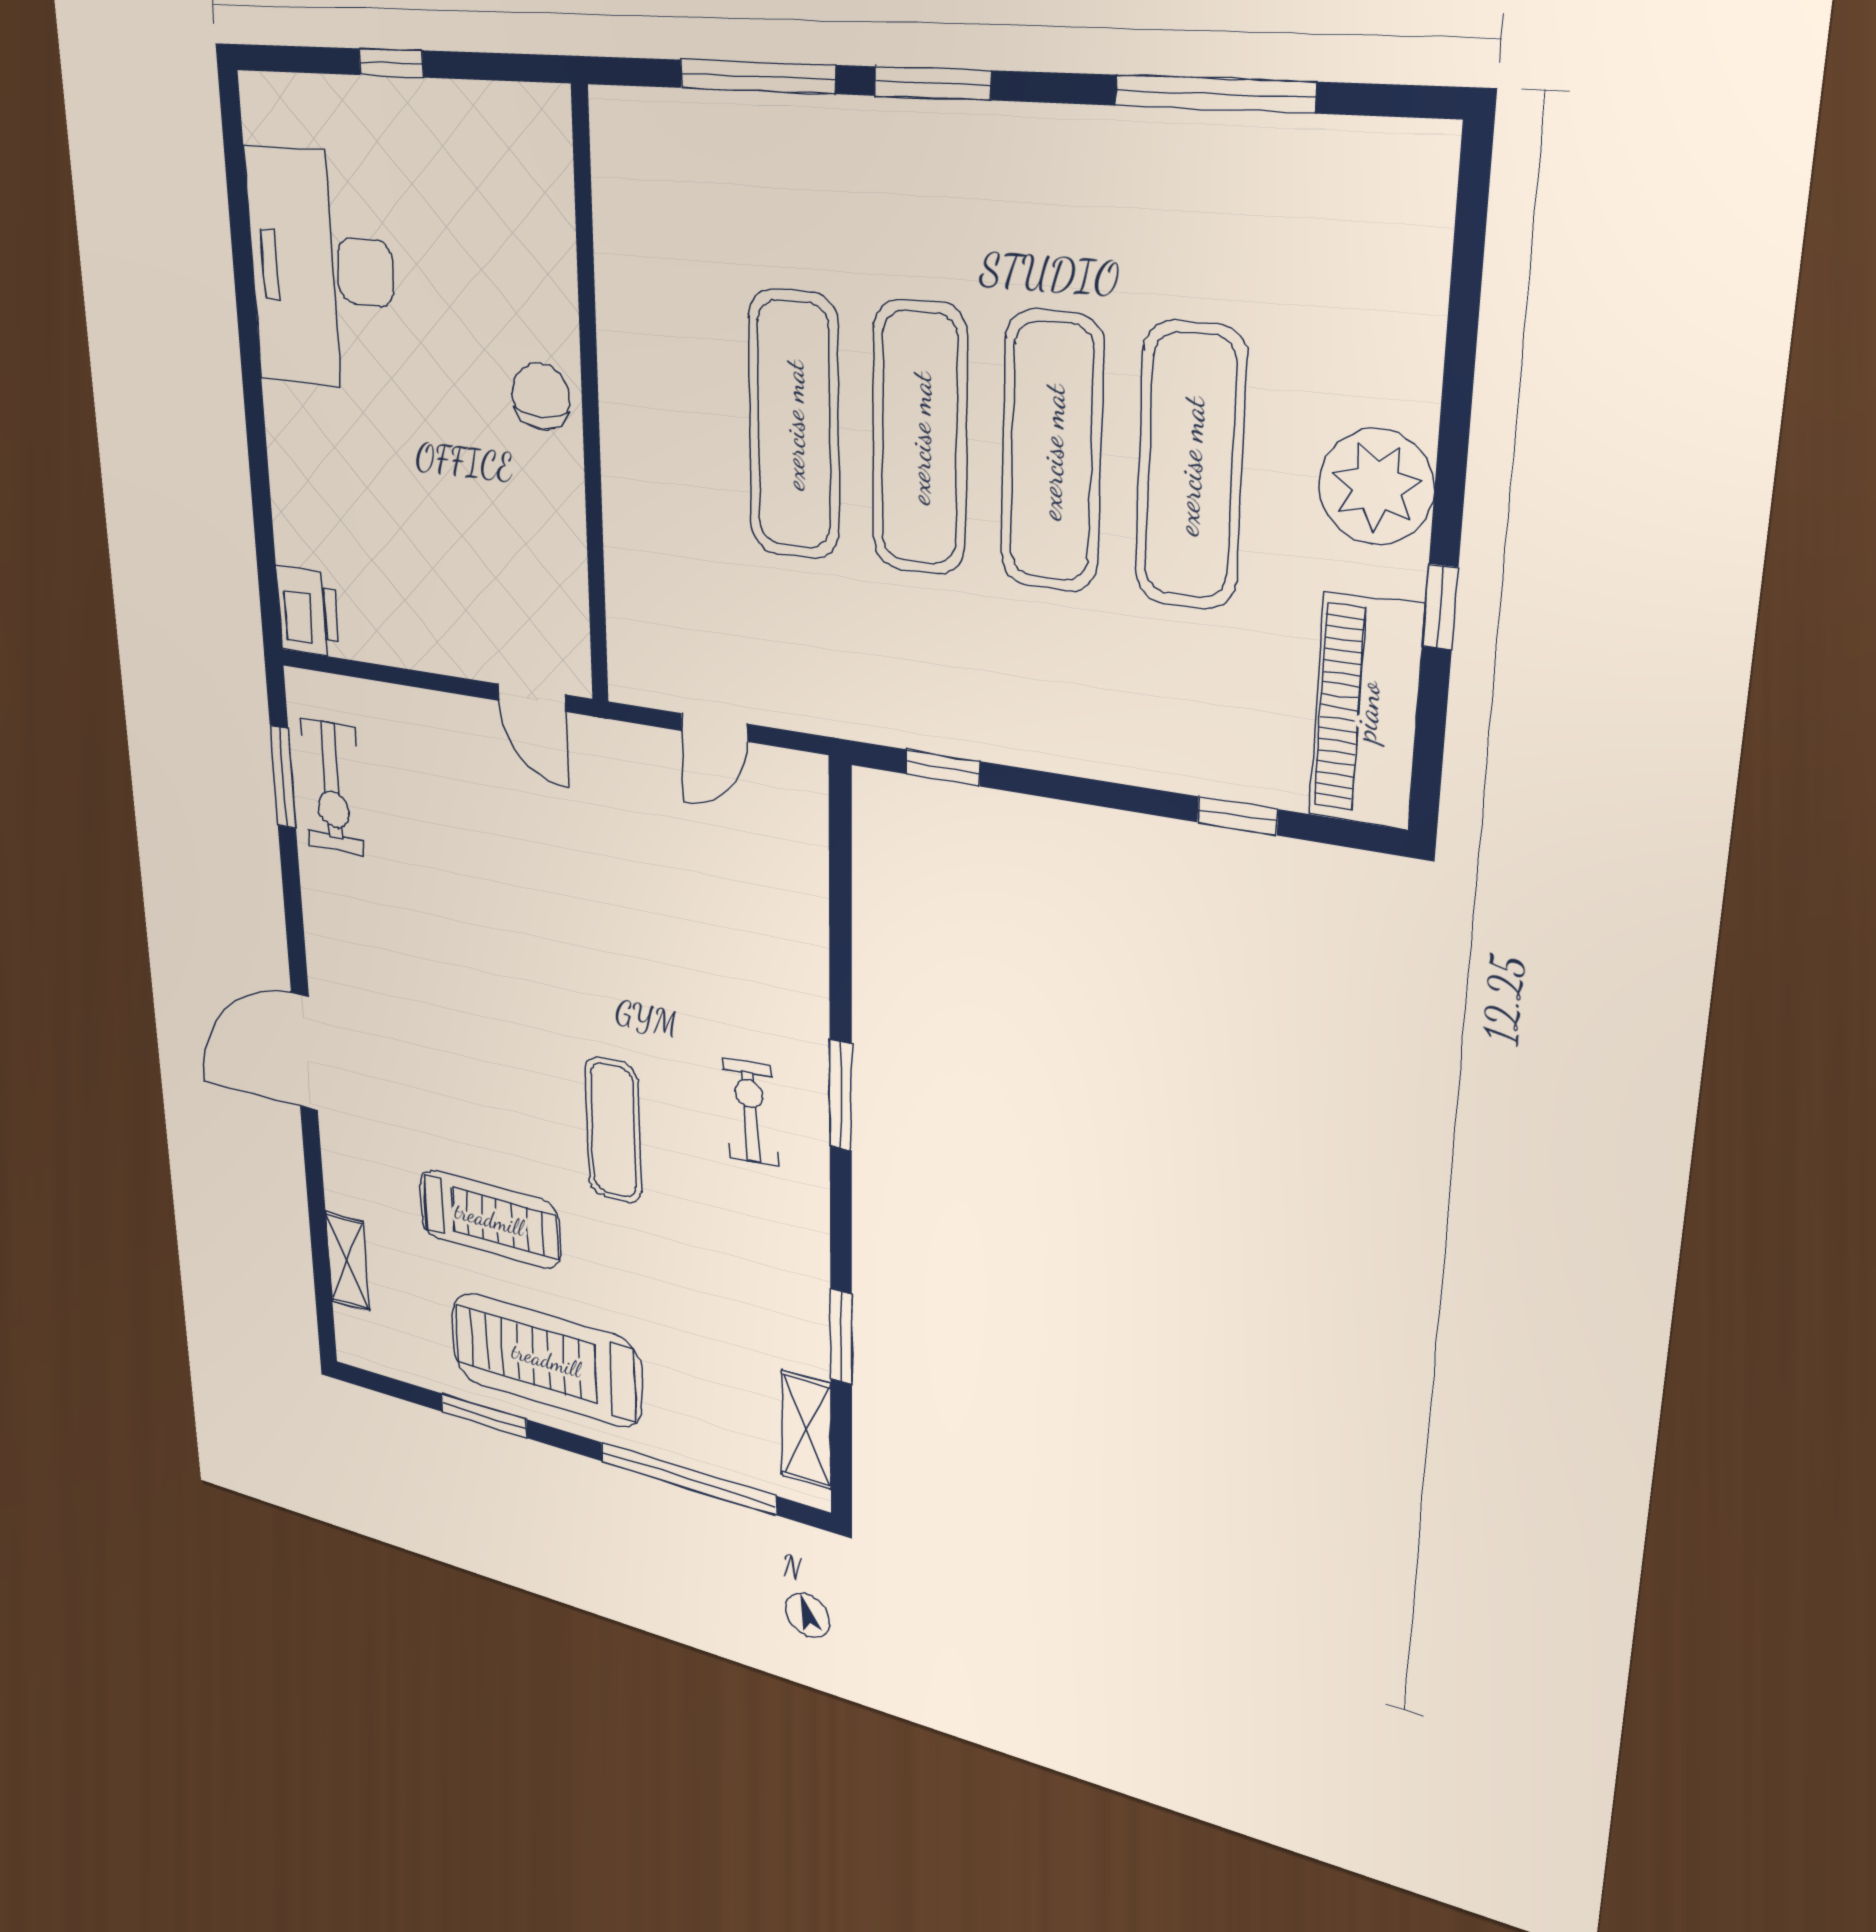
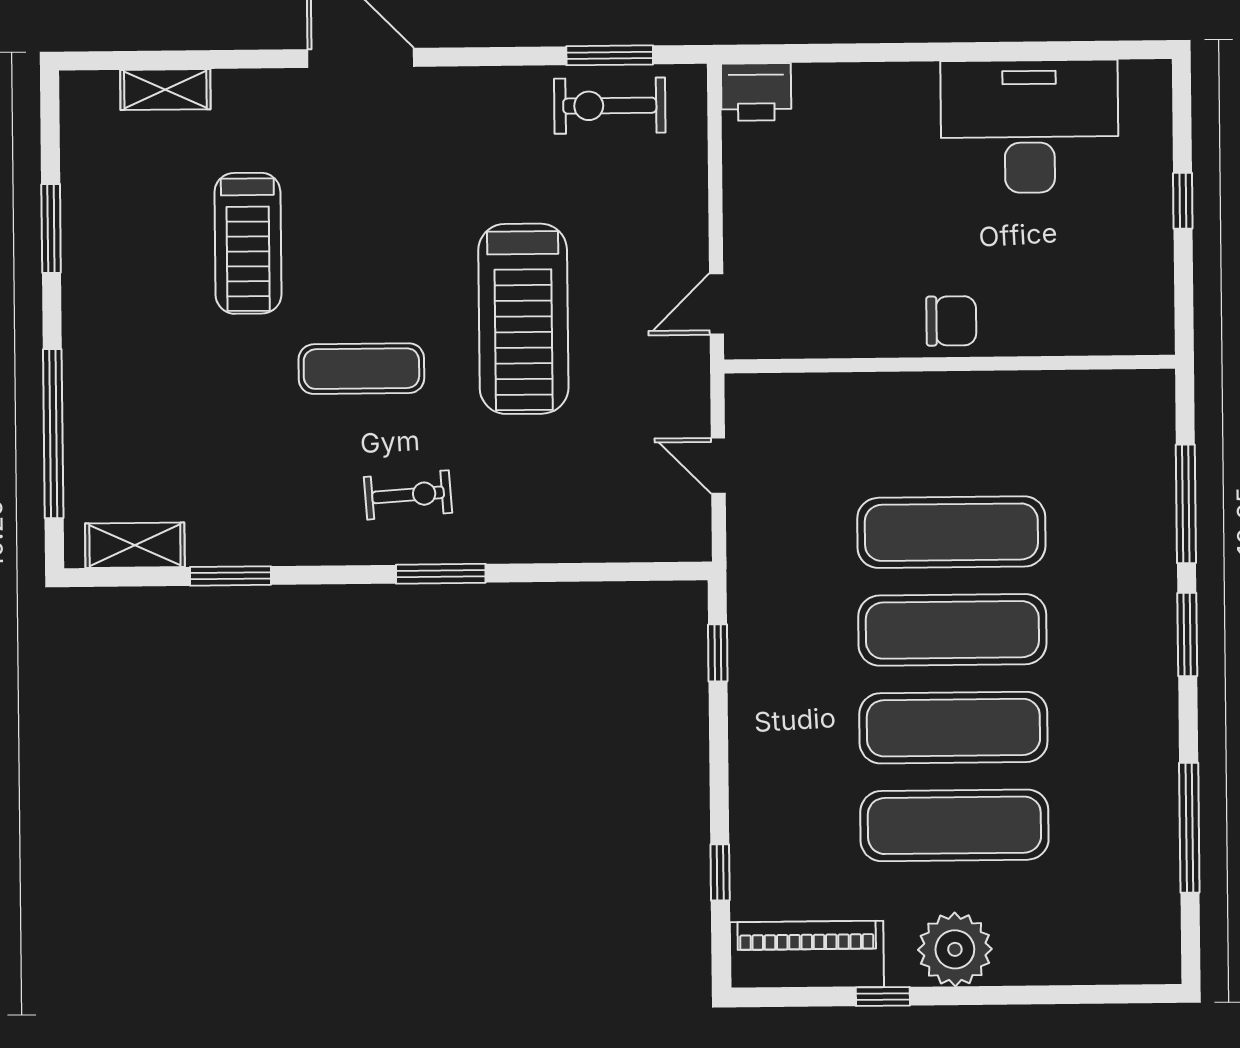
treadmill: (546, 1360) -> (523, 319), moved, turned 180

